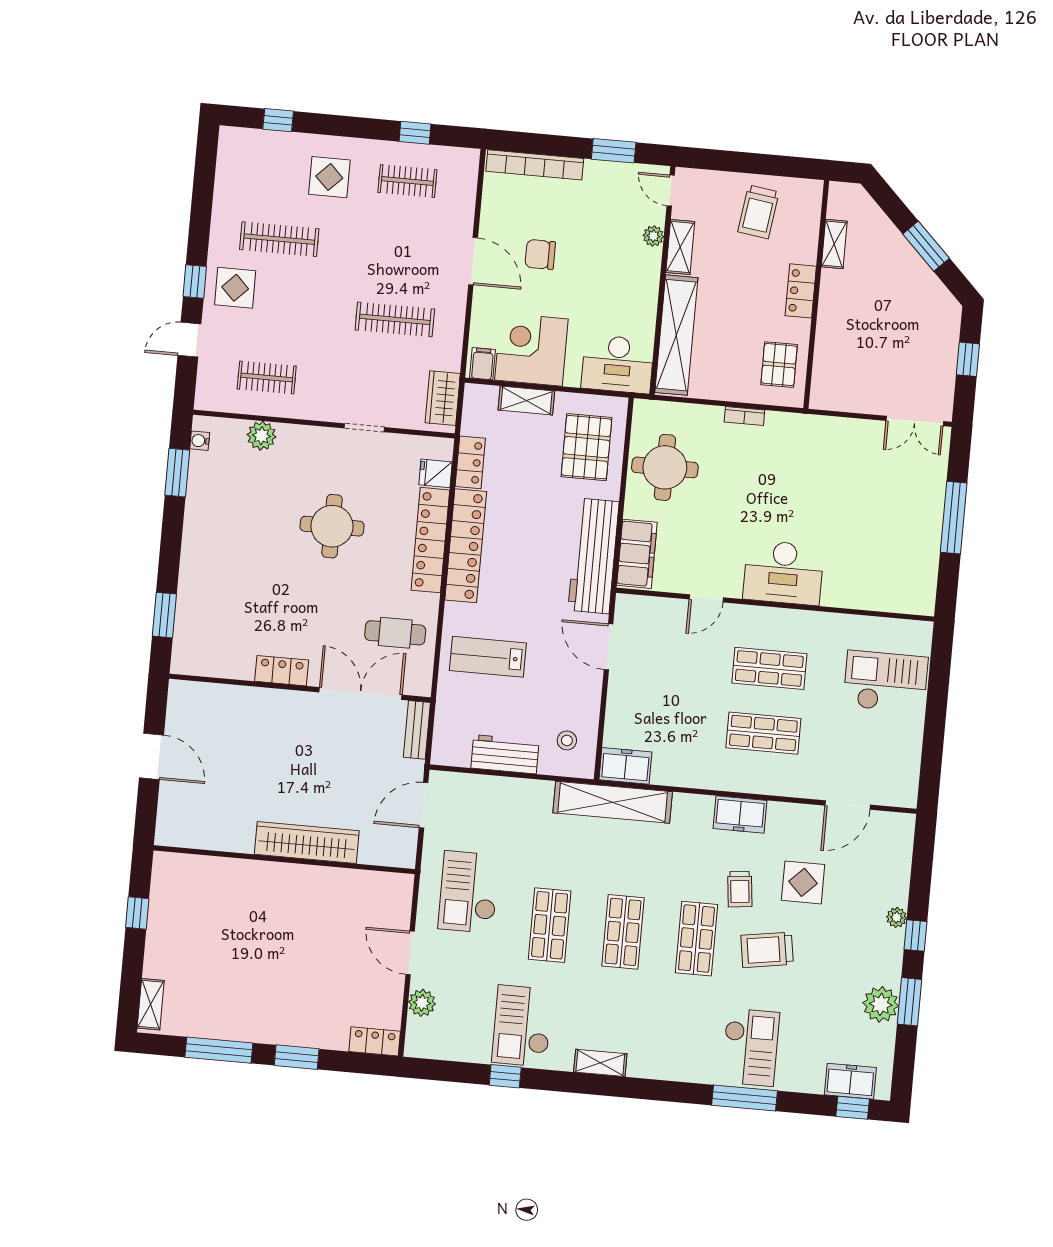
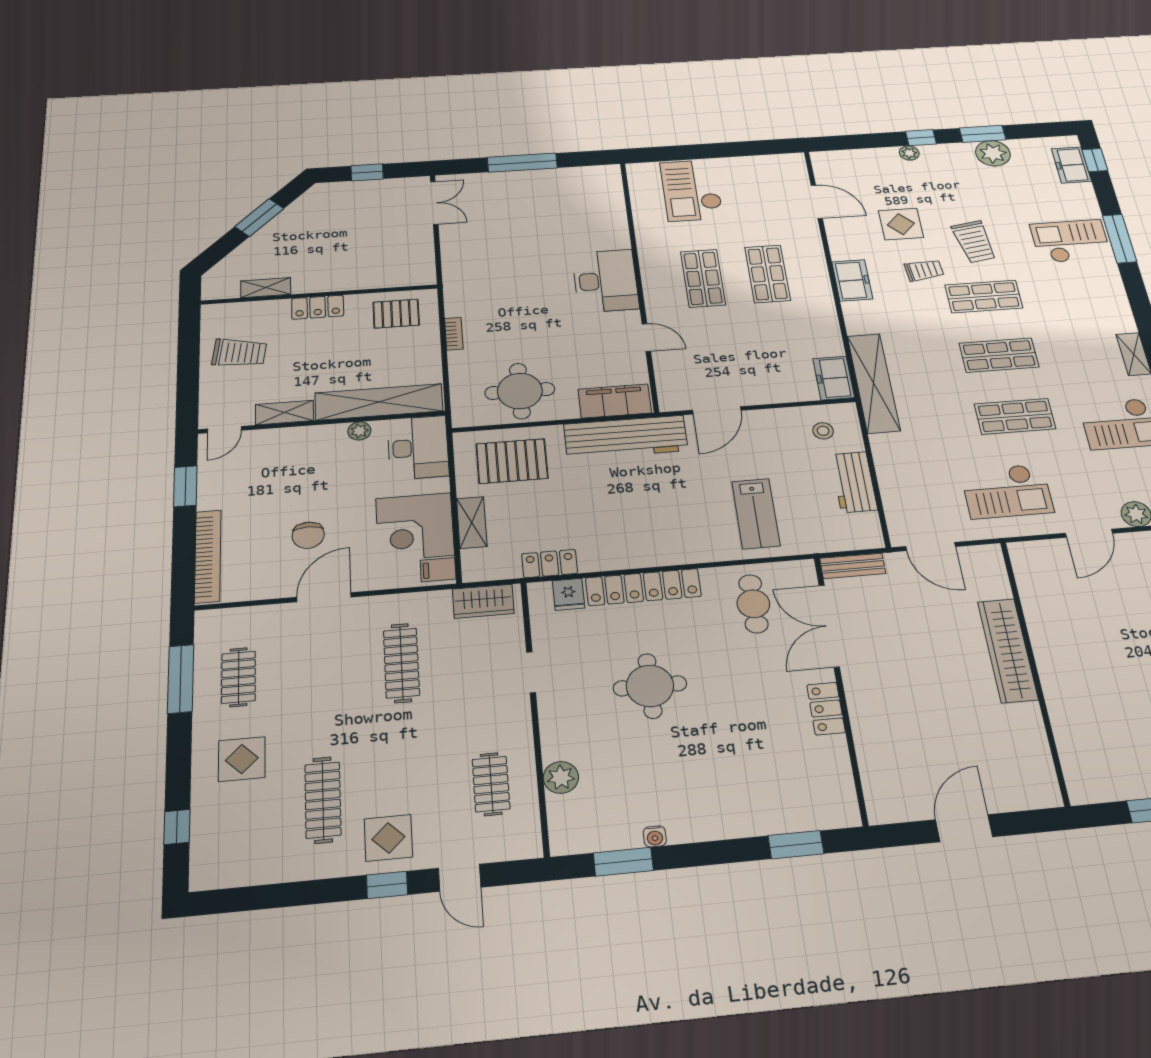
window: (415, 133) -> (181, 679), width x2.17
plant: (653, 236) -> (359, 431), moved
water cooler: (200, 441) -> (655, 836), moved
locker: (466, 546) -> (642, 553), removed

